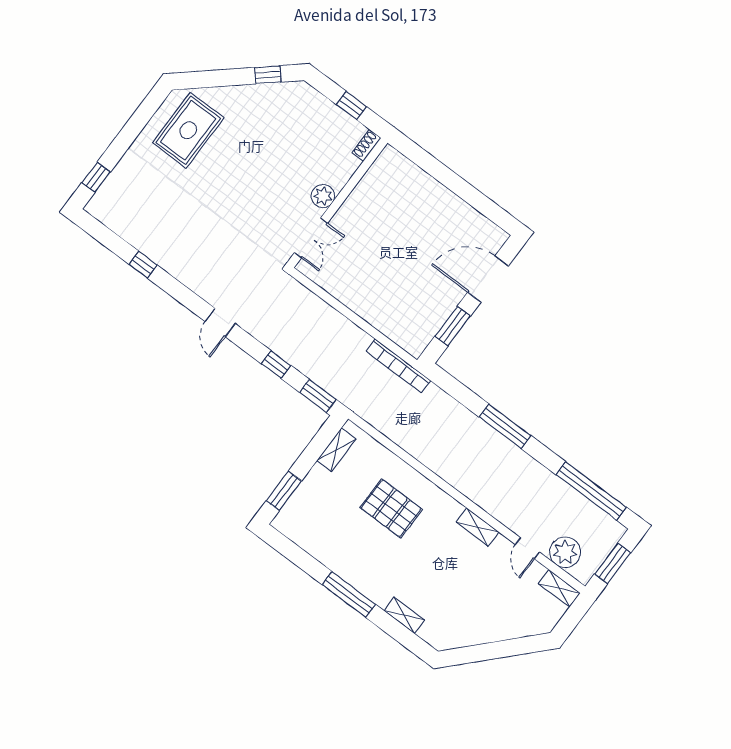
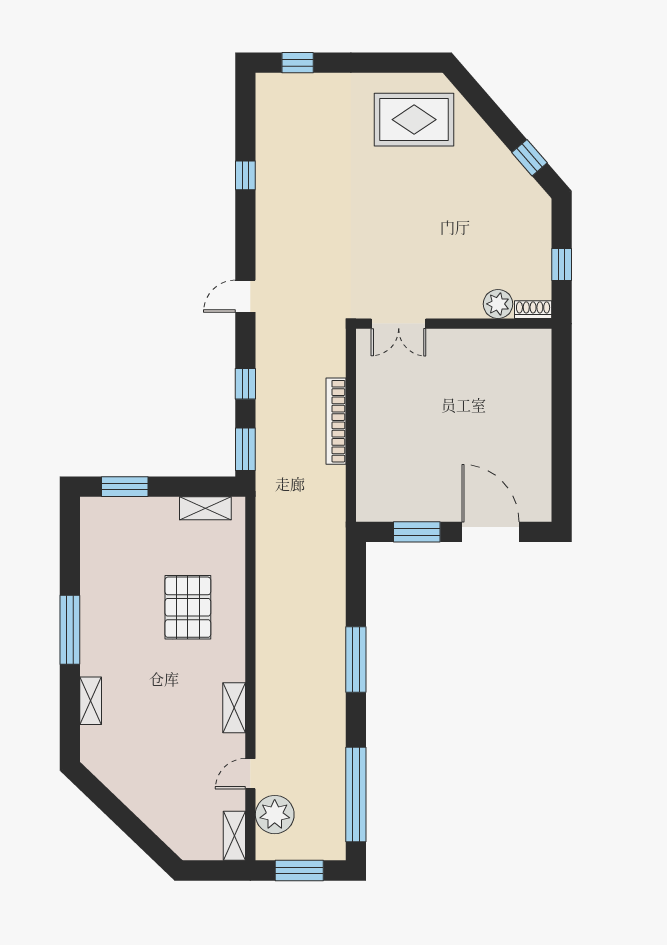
plant: (323, 196) -> (498, 304), moved
bookcase: (398, 366) -> (336, 421), moved

